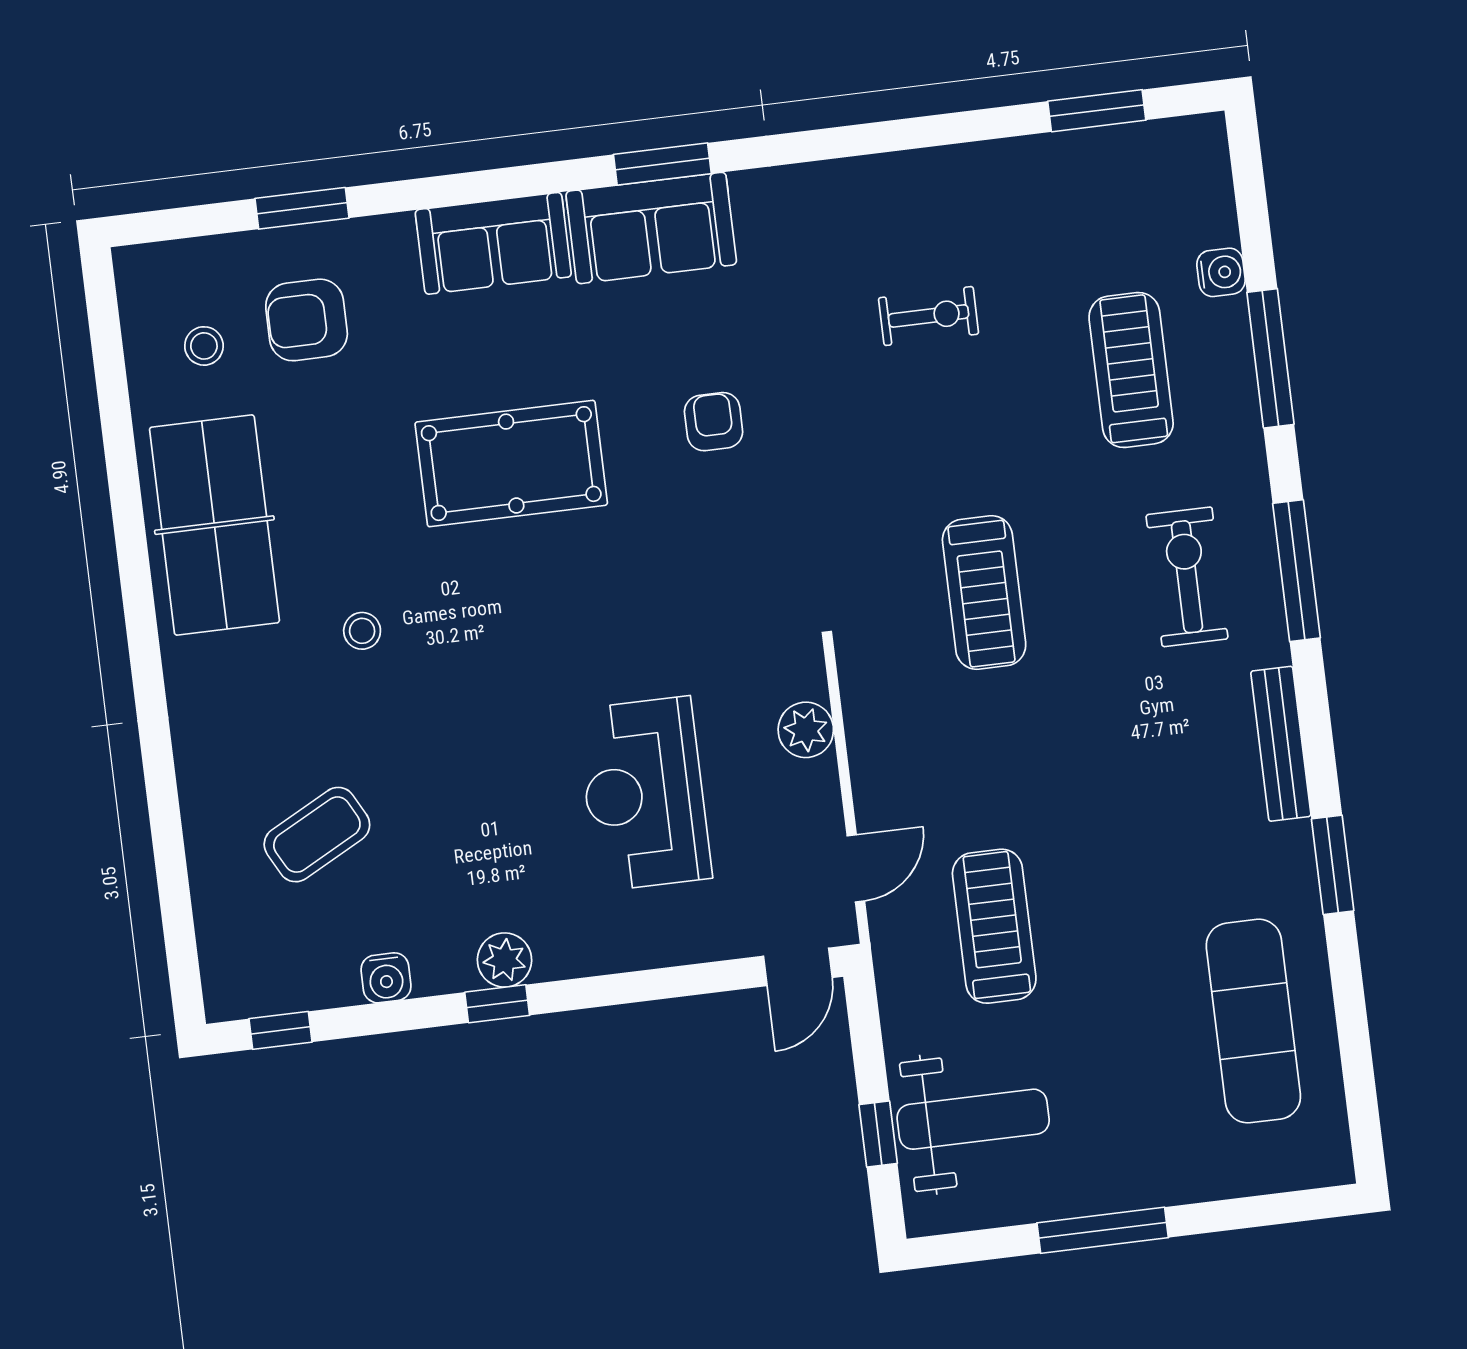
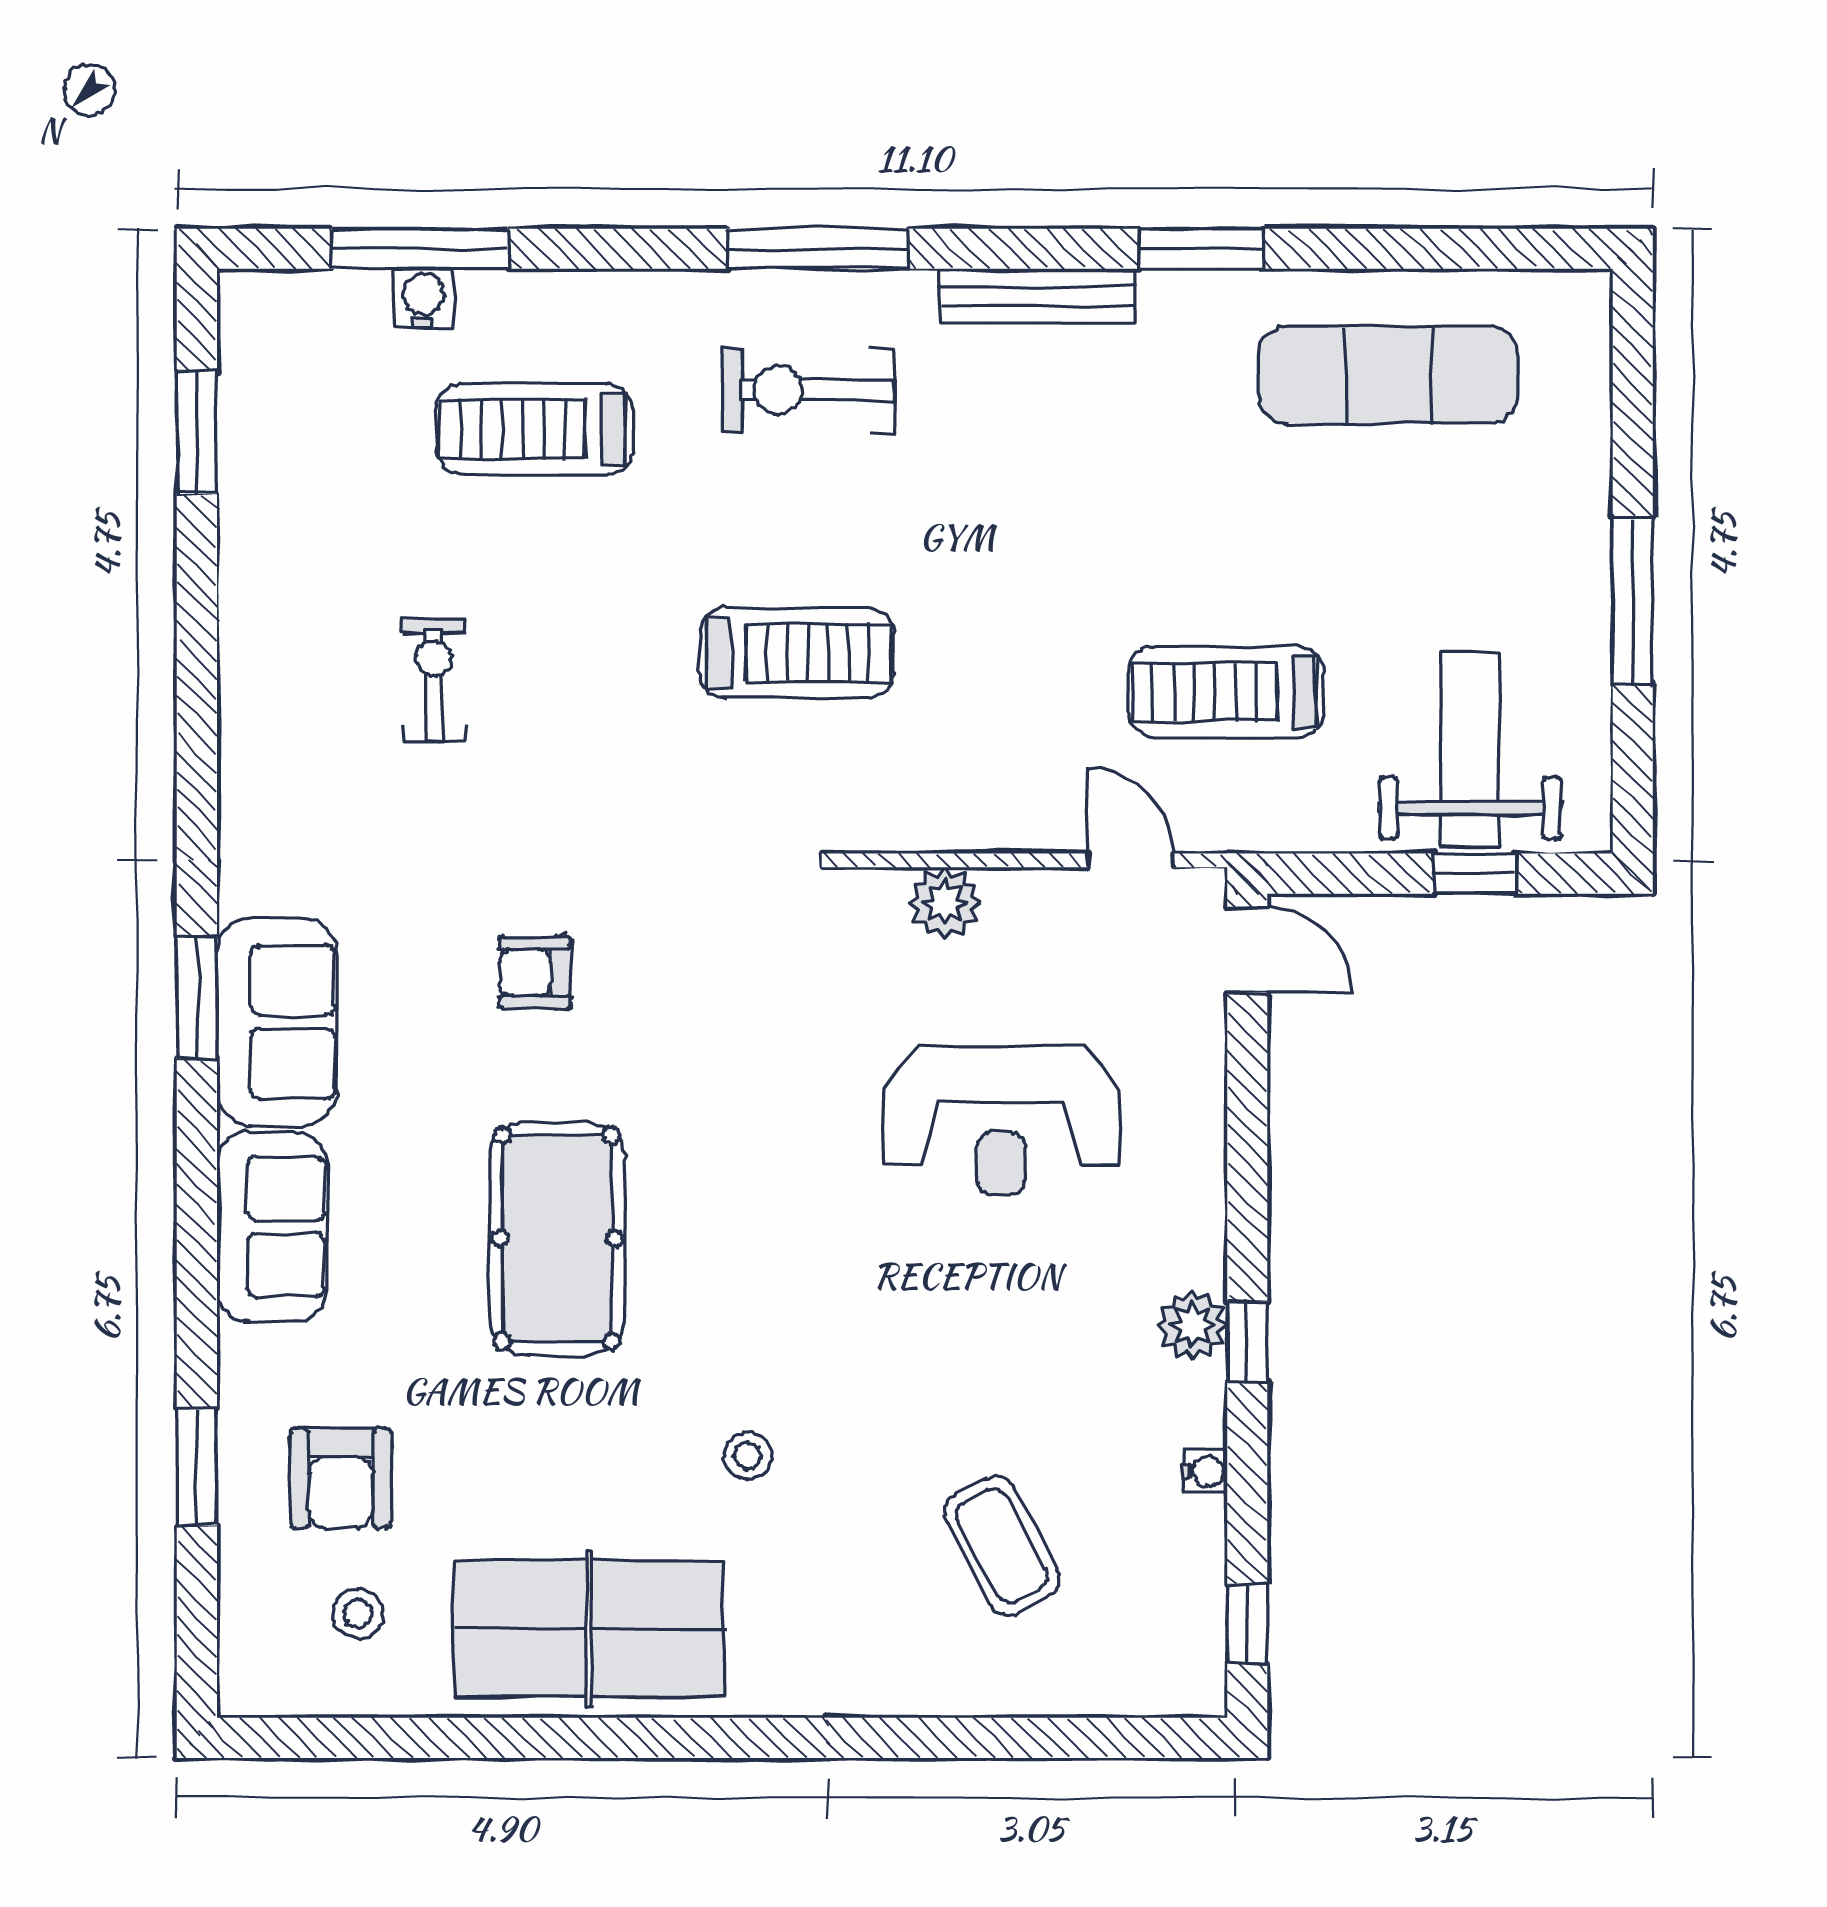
window: (1270, 358) -> (420, 249), moved
water cooler: (386, 978) -> (1205, 1471), width x0.72, depth x0.72

